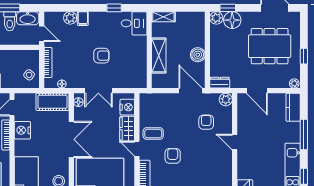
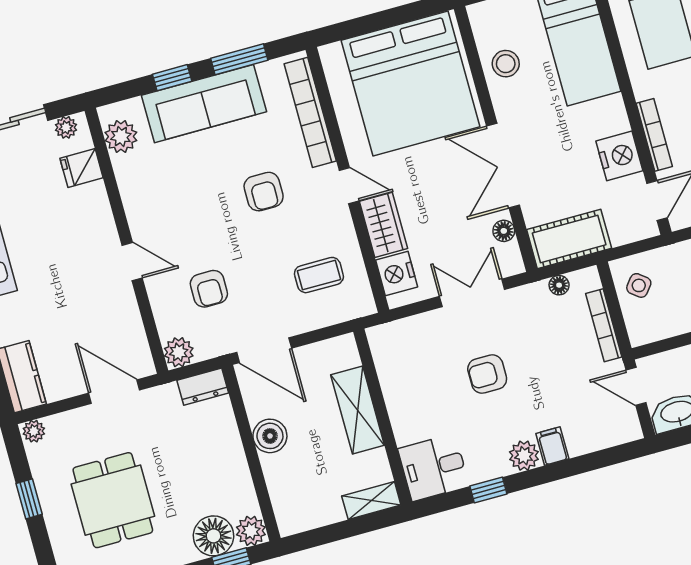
plant: (70, 18) -> (524, 456), moved
dining table: (270, 46) -> (113, 500), width x0.73
floor lamp: (78, 102) -> (504, 231), moved
coffee table: (153, 134) -> (319, 275), moved

